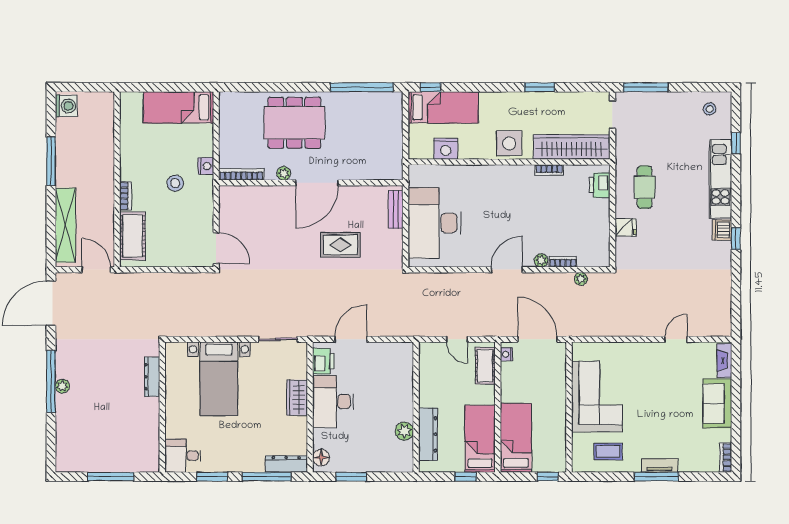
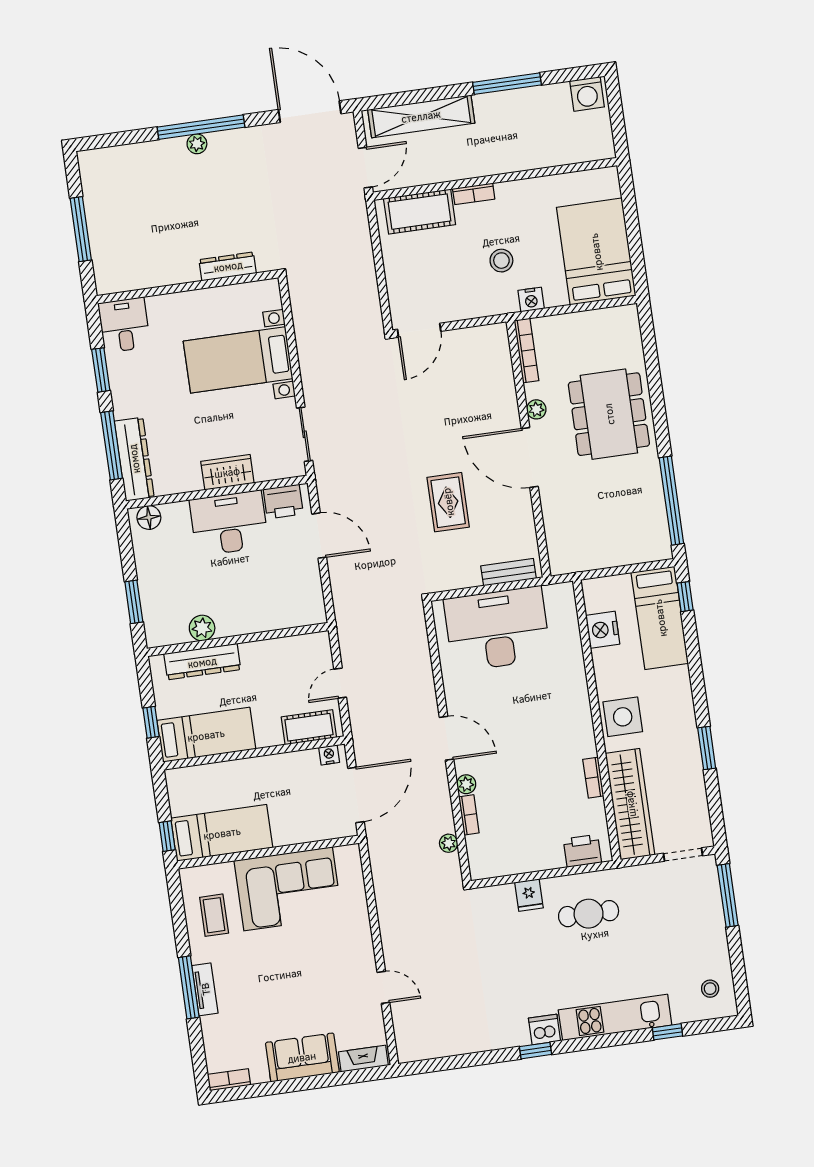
bed: (178, 107) -> (596, 252), width x1.50
bed: (516, 438) -> (222, 833), moved
dresser: (286, 464) -> (134, 459), width x1.37, depth x1.24
window: (351, 477) -> (134, 602), moved

